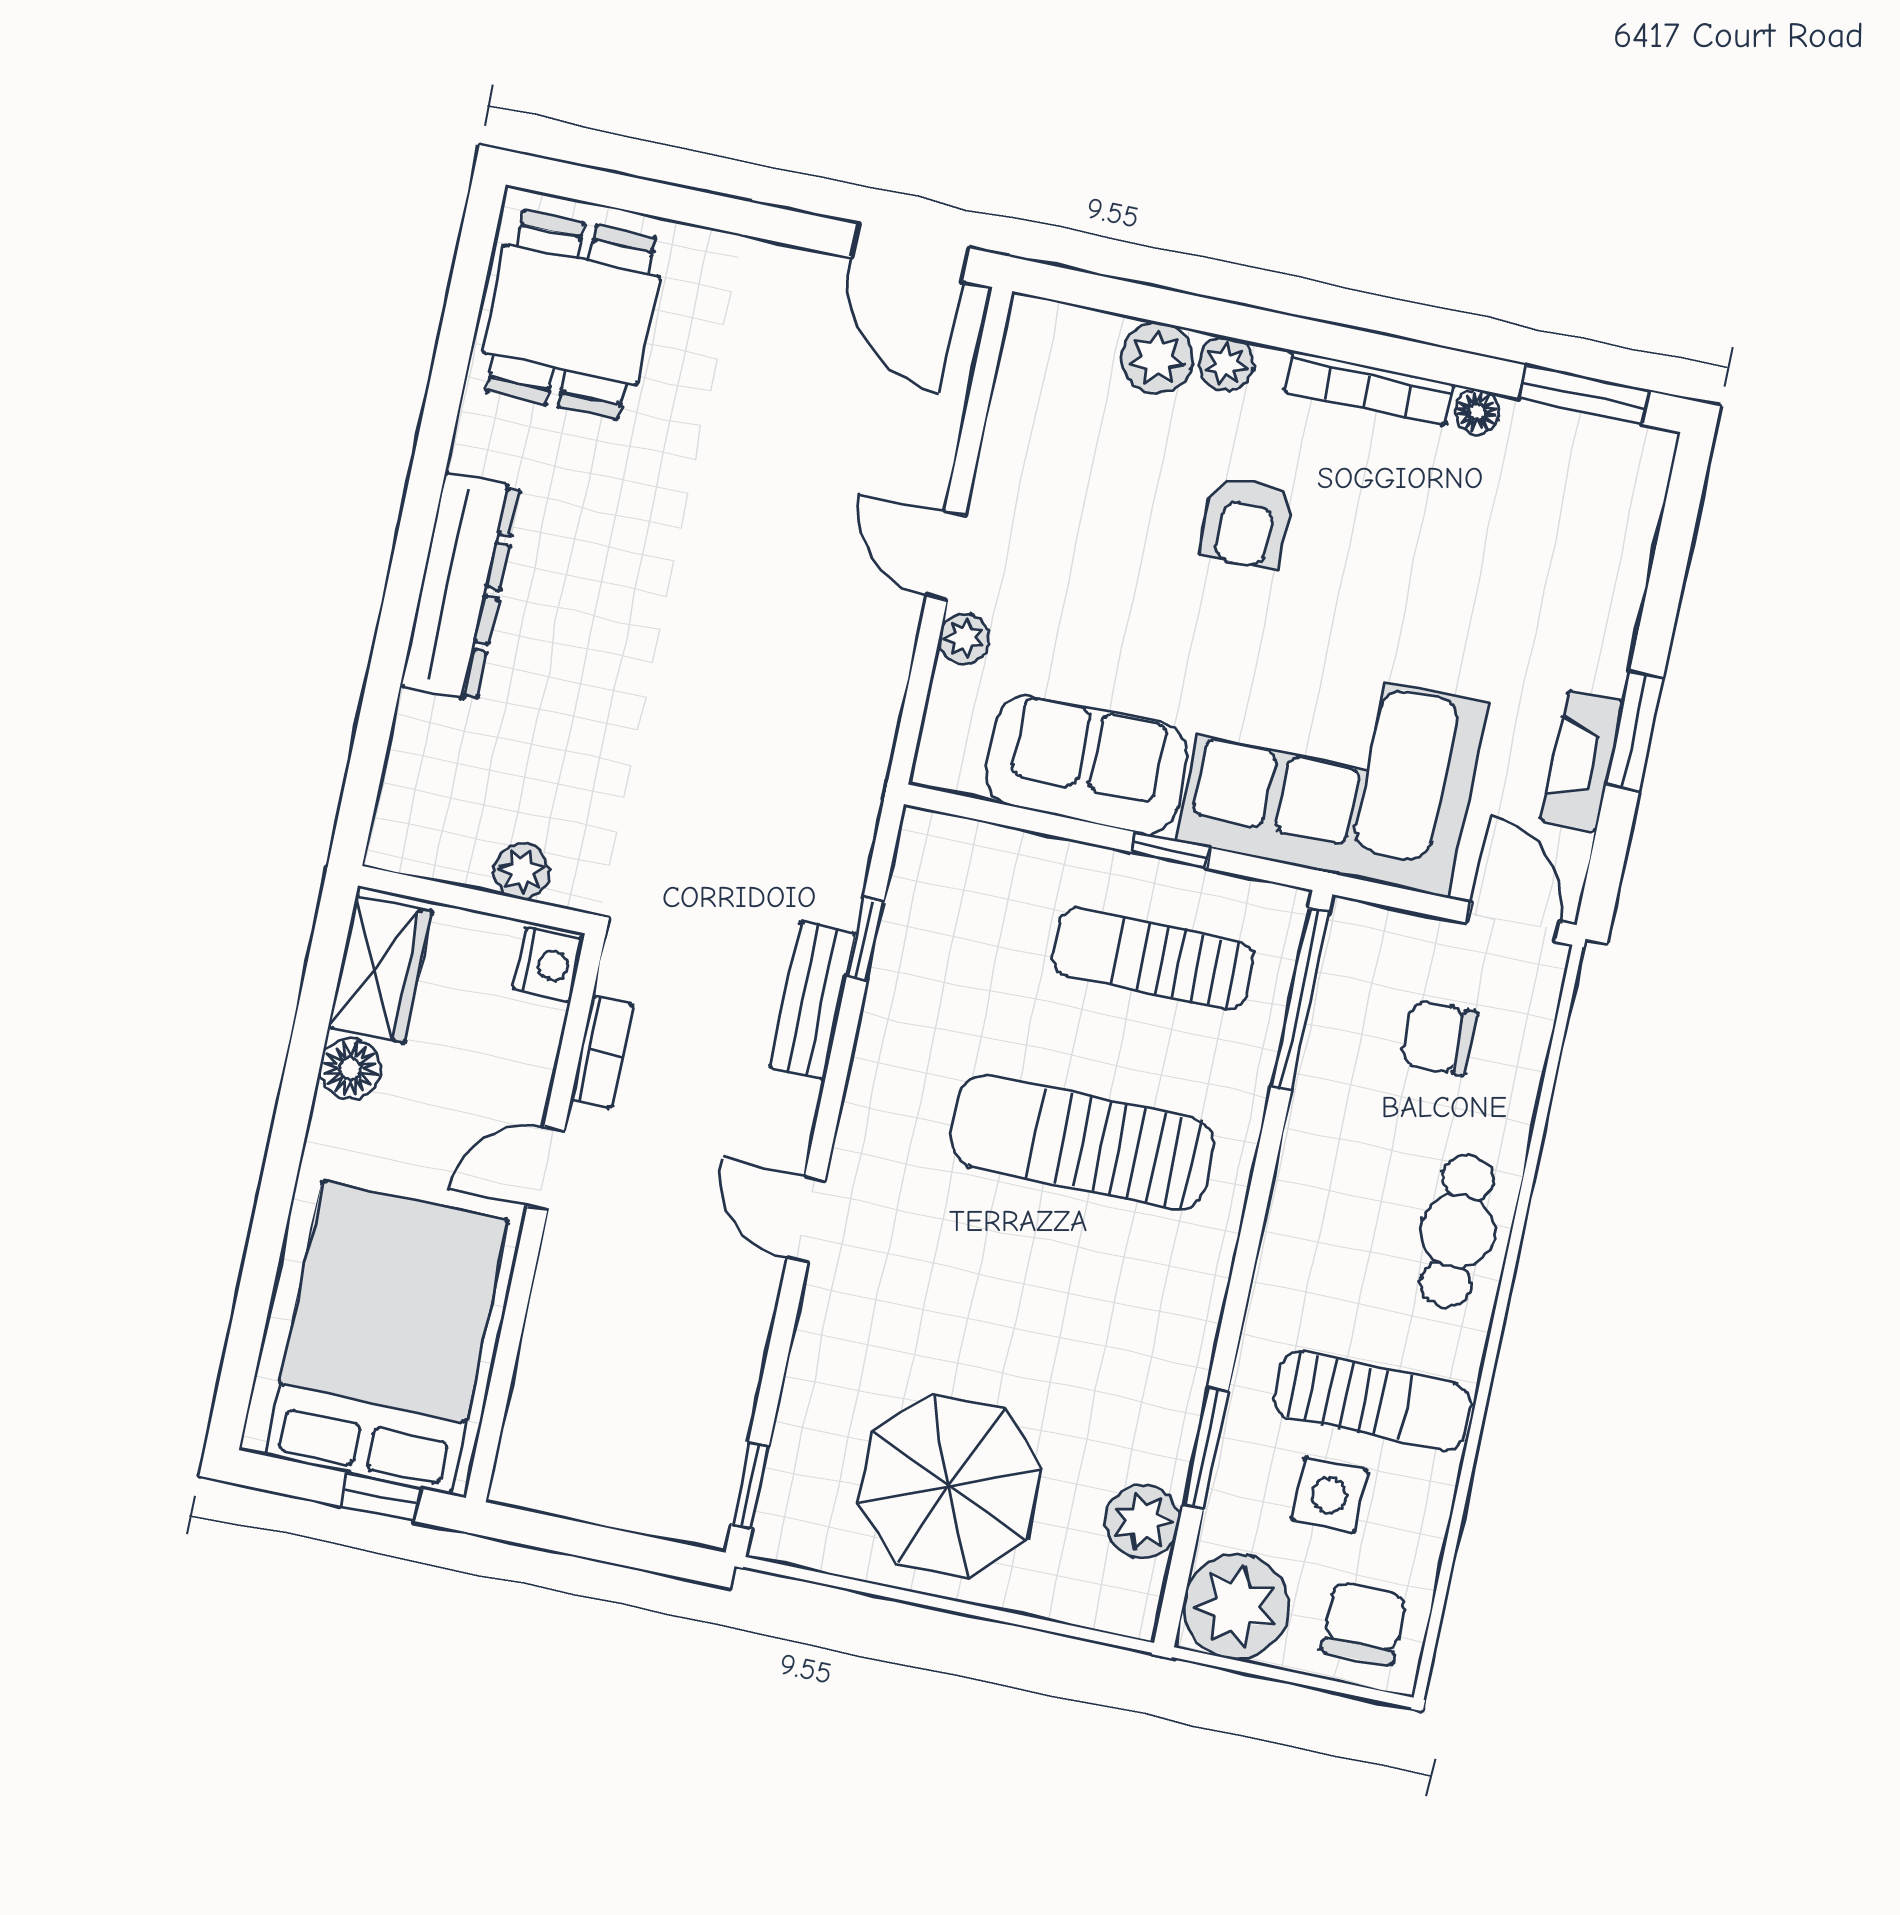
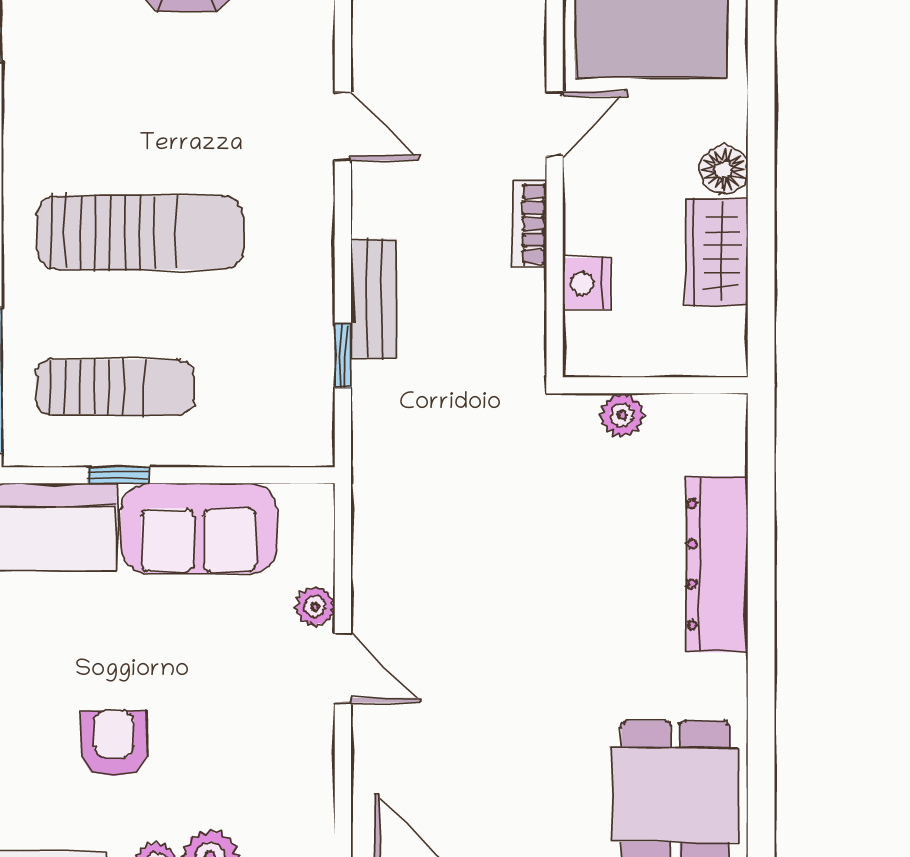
plant: (522, 871) -> (622, 415), moved
wall: (473, 900) -> (655, 385), moved

